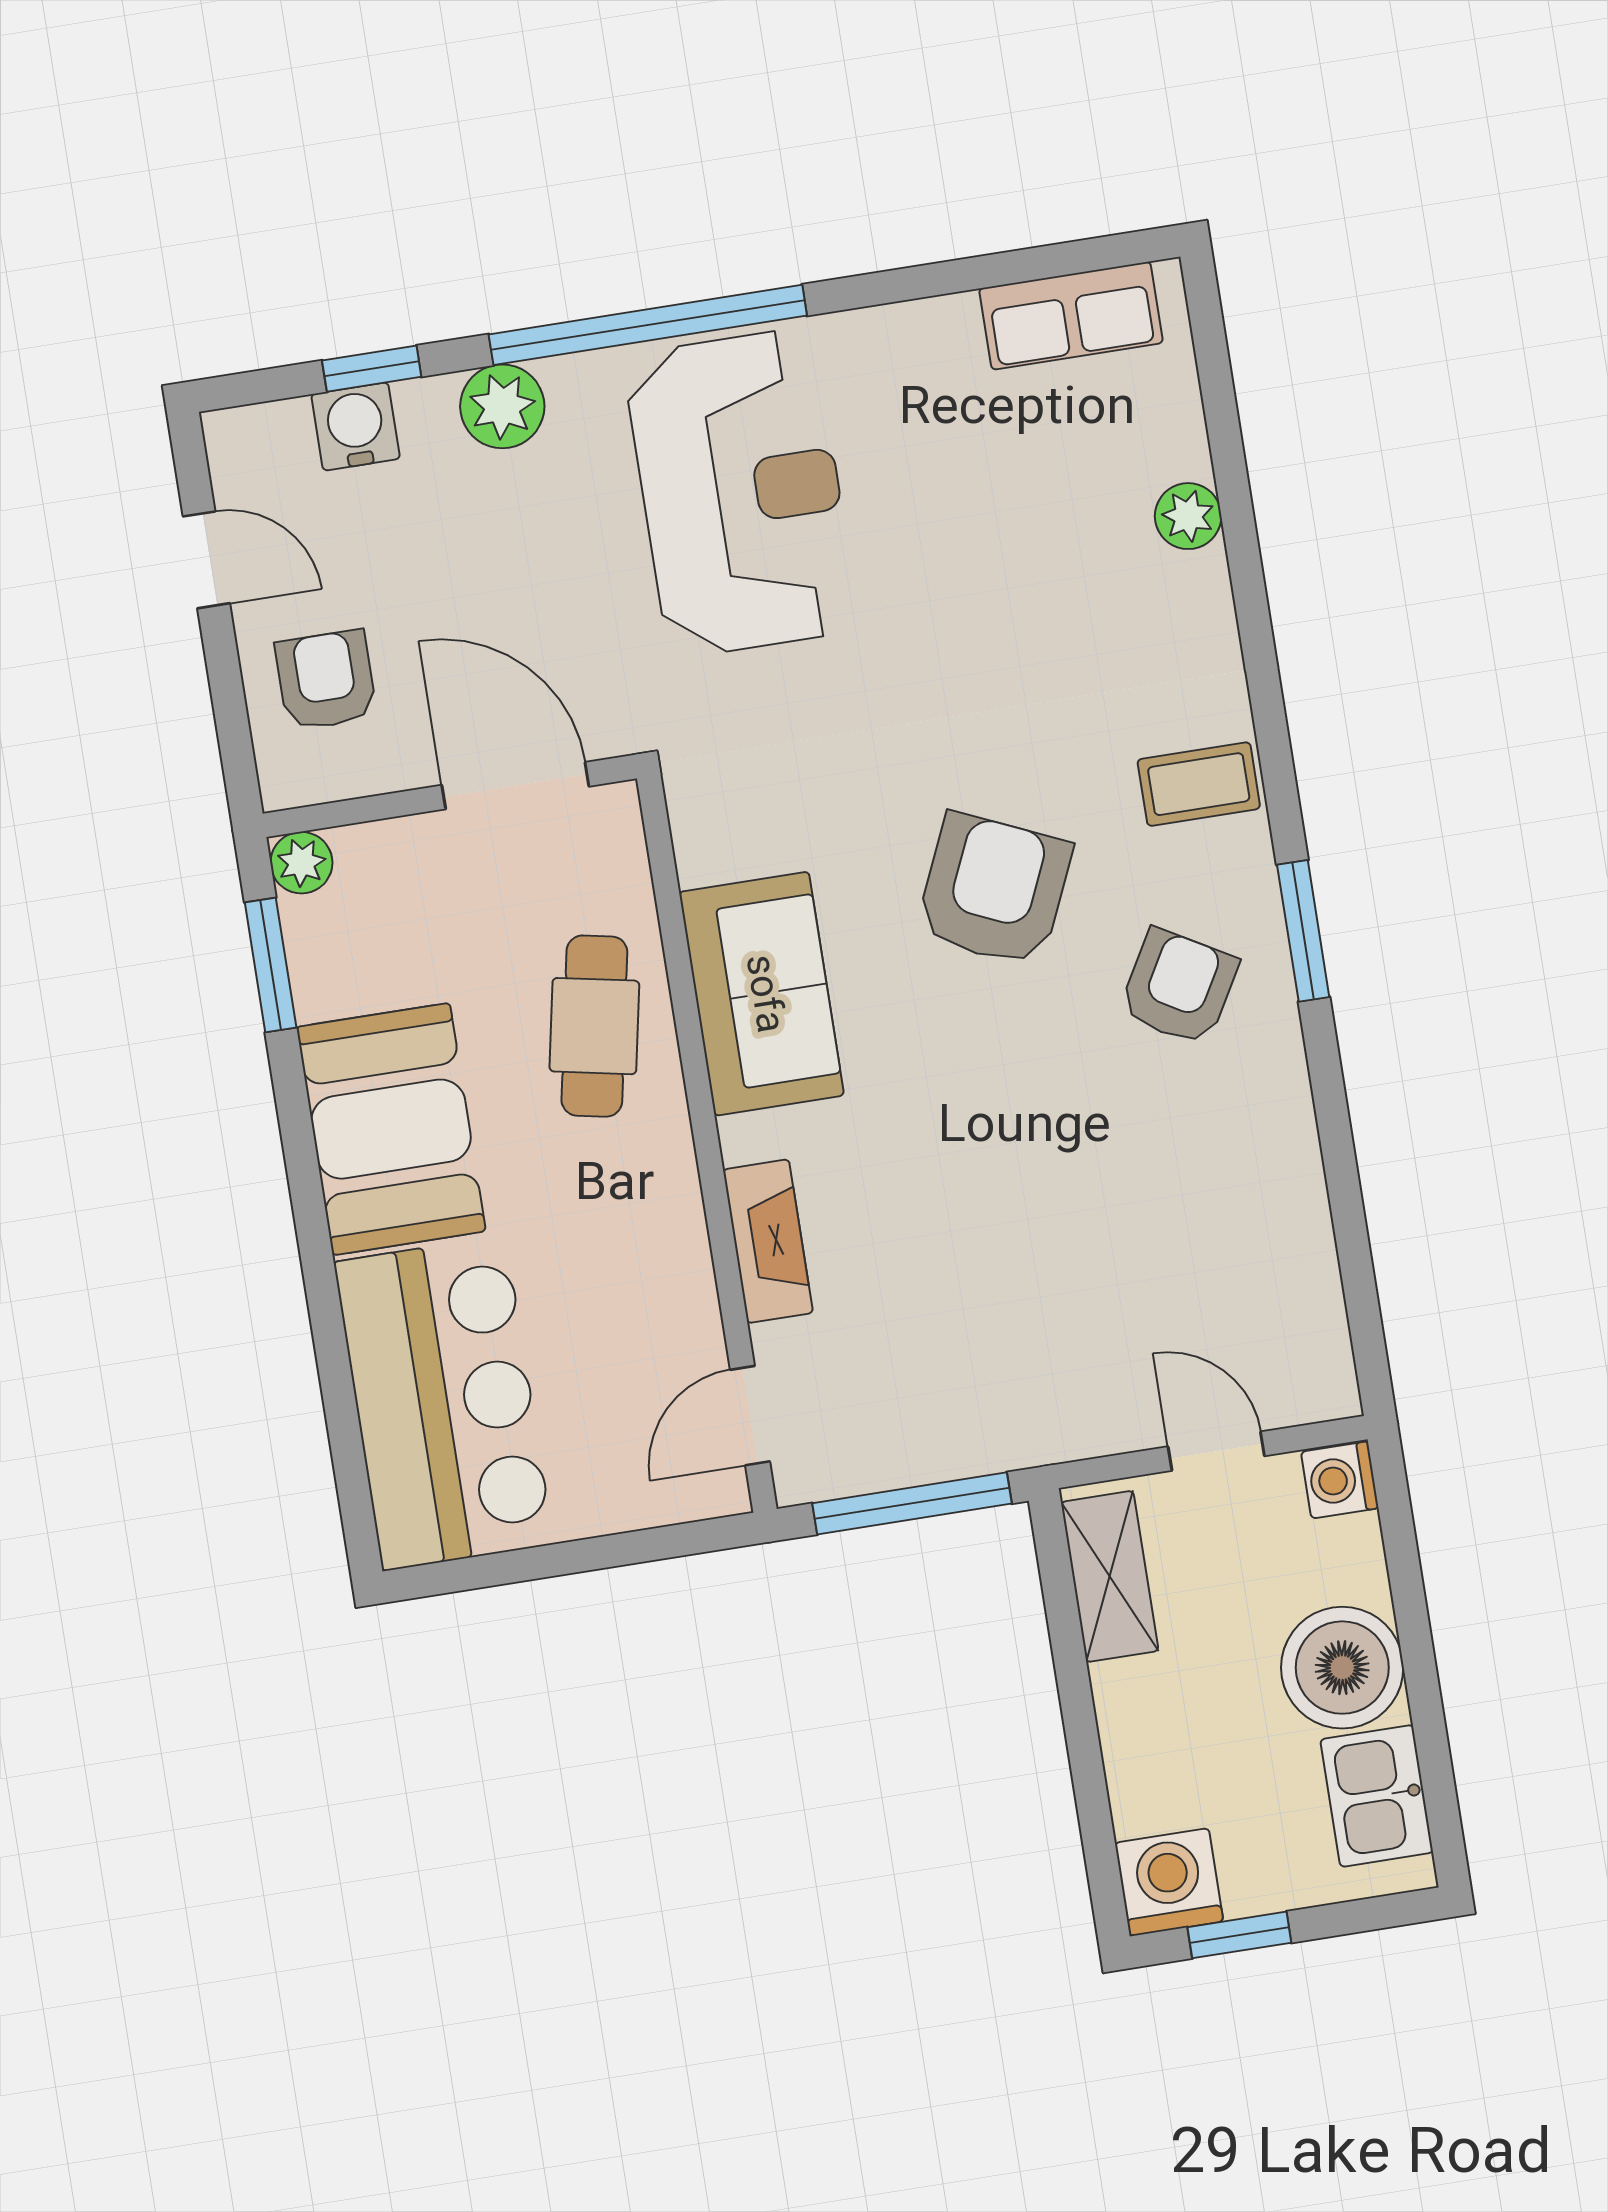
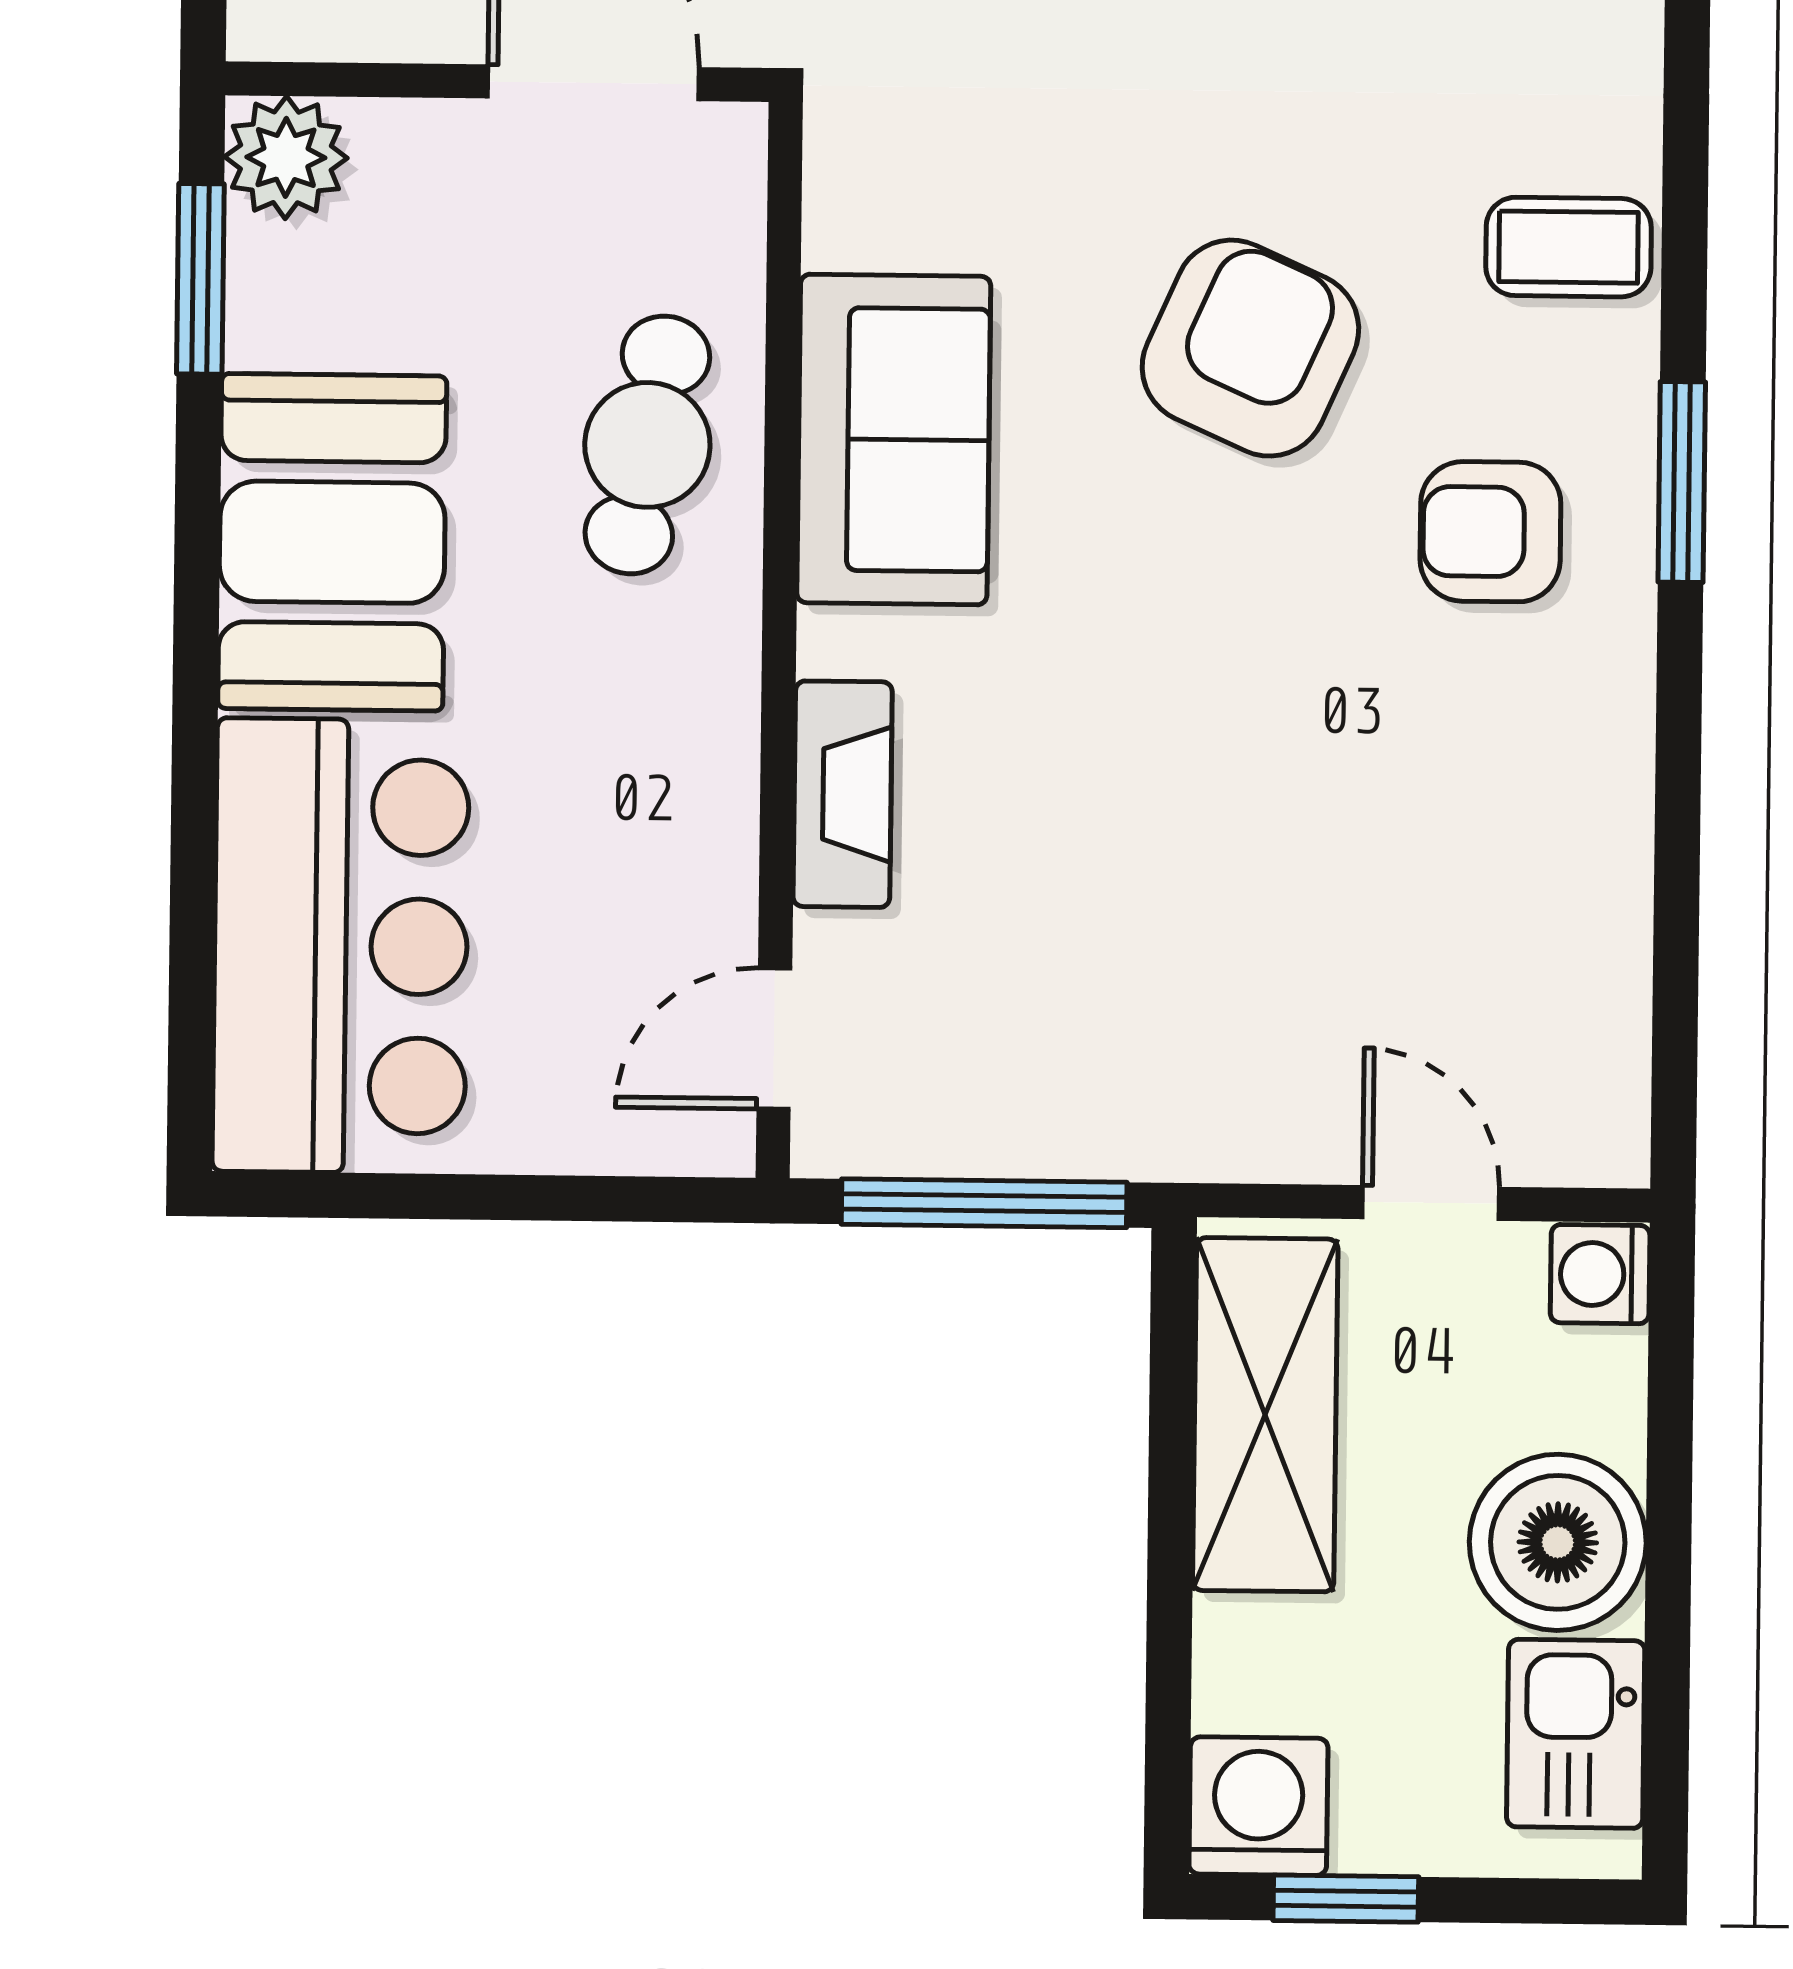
plant: (301, 863) -> (286, 157), width x1.38, depth x1.38
armchair: (1179, 987) -> (1490, 532), turned -120
shelving: (1110, 1576) -> (1265, 1415), width x1.50, depth x1.33

